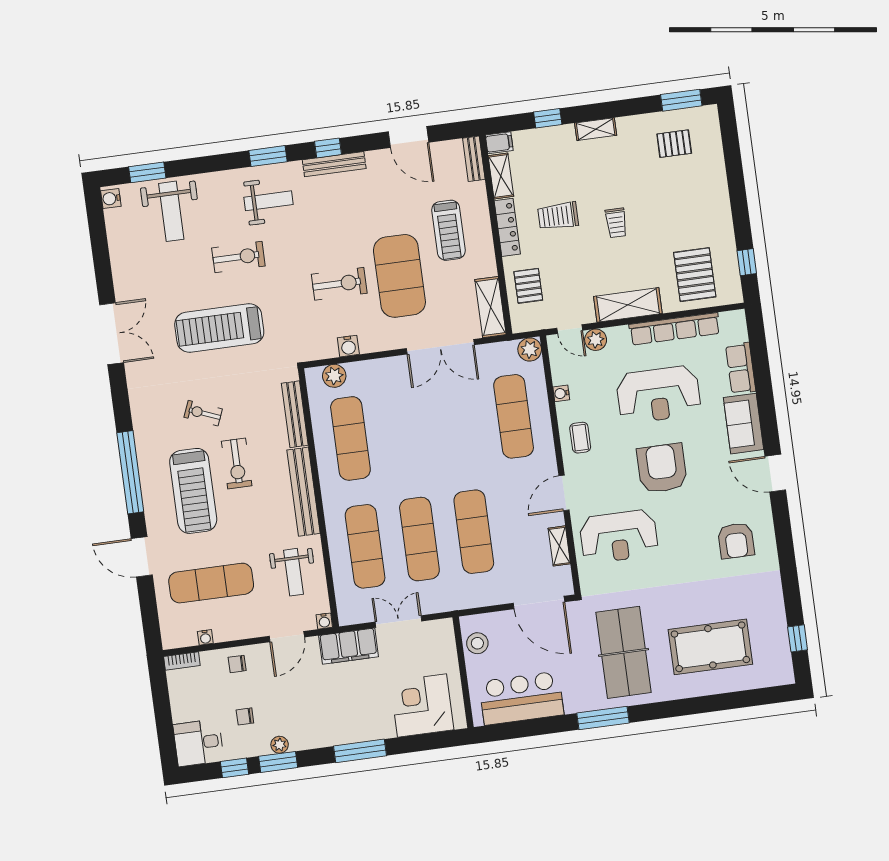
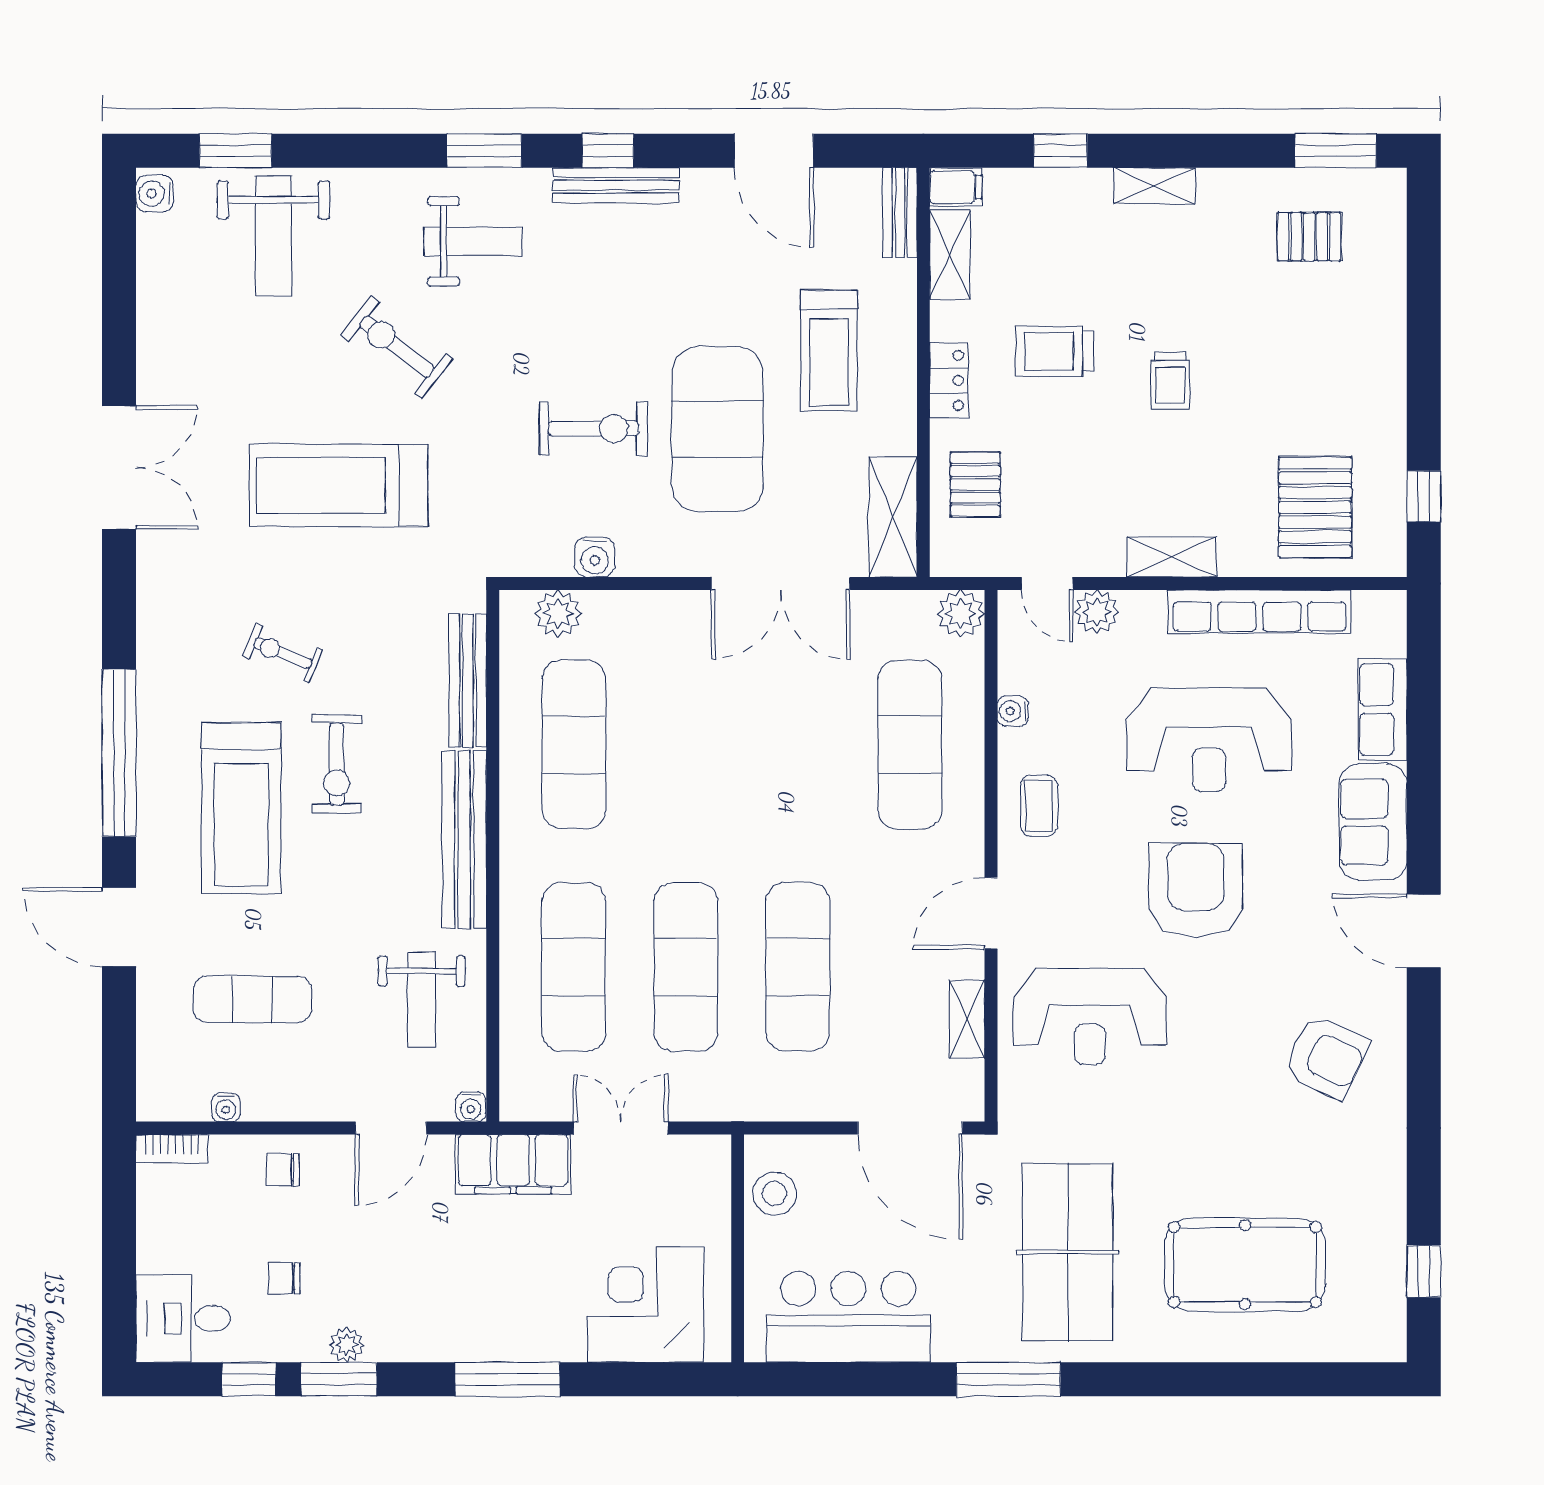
locker: (507, 227) -> (949, 380), width x0.66
exercise bike: (238, 257) -> (397, 347), turned -142
shelving: (628, 305) -> (1172, 557), width x0.67, depth x0.75
armchair: (736, 541) -> (1326, 1057), turned -65
exercise mat: (211, 583) -> (252, 999), width x0.73, depth x0.69

